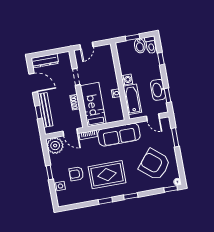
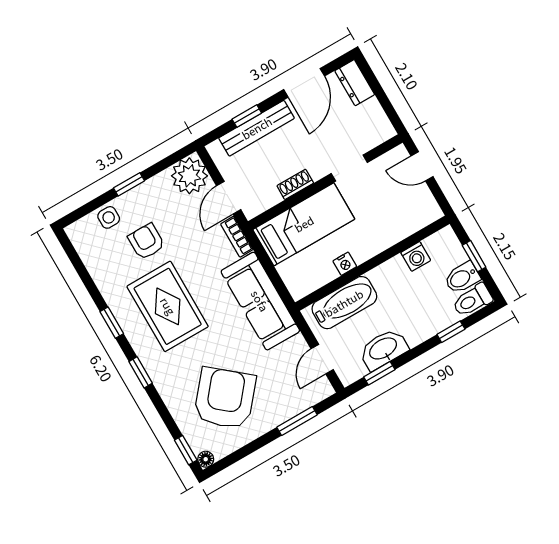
dresser: (45, 61) -> (355, 83), width x0.70
washing machine: (127, 80) -> (416, 256), moved

